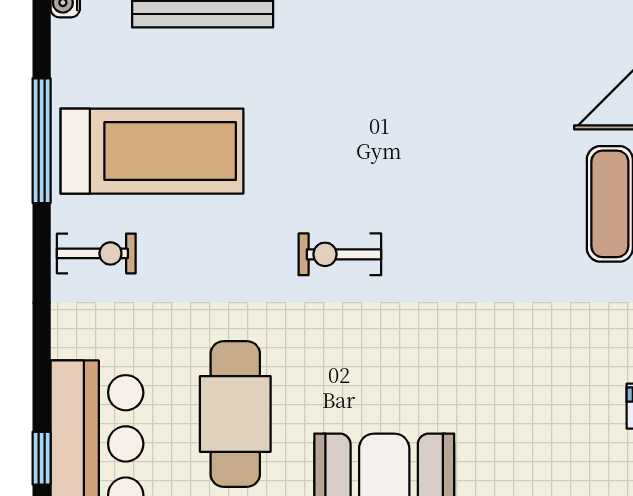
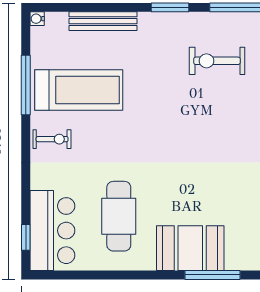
exercise bike: (340, 254) -> (217, 61), moved, width x1.38, depth x1.39

